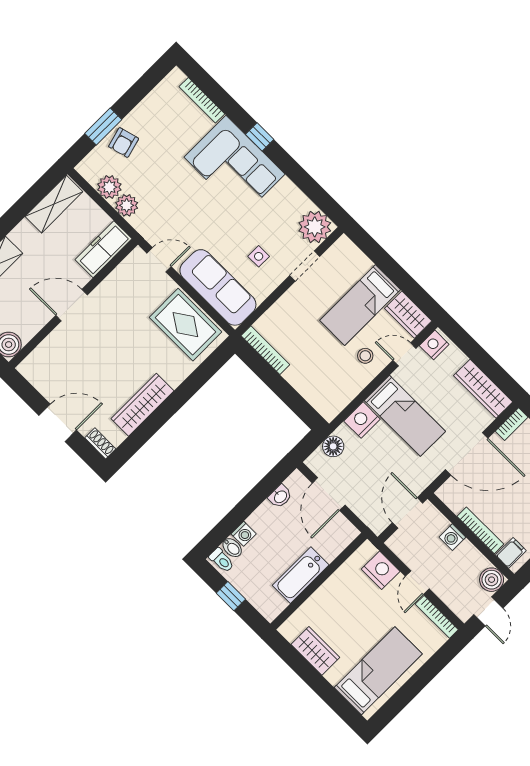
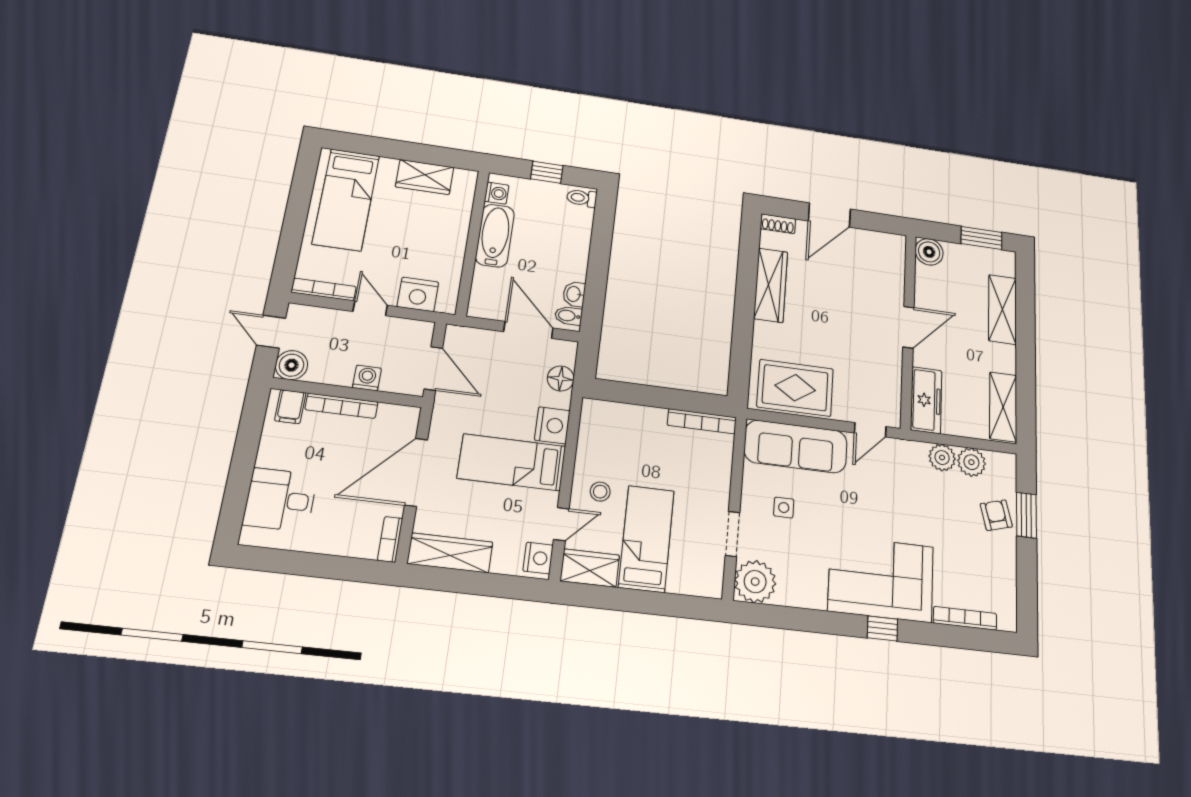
washing machine: (244, 534) -> (497, 193), moved, turned 180
bidet: (232, 548) -> (569, 316), moved

